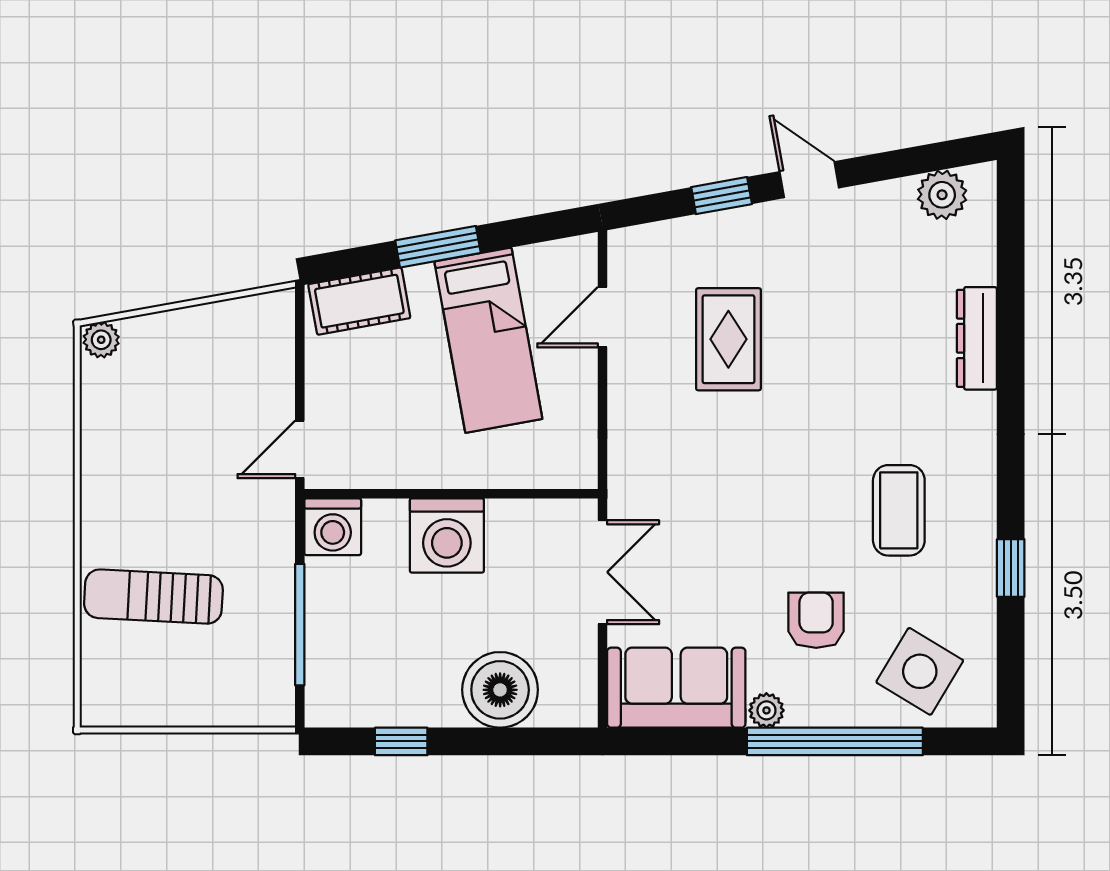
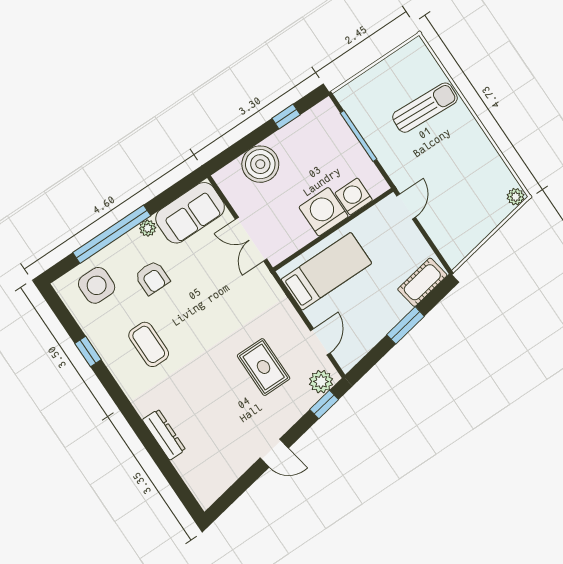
plant: (942, 195) -> (321, 382), moved
window: (722, 196) -> (324, 405), moved
bed: (488, 340) -> (326, 271), moved, turned 100
washing machine: (333, 527) -> (354, 197), moved
side table: (920, 671) -> (97, 285), turned -31

